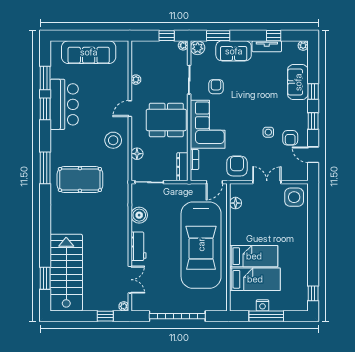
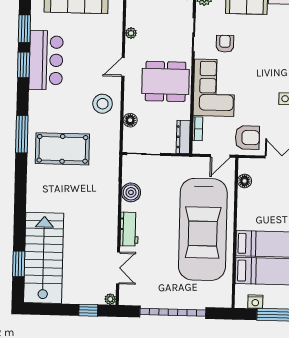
armchair: (237, 166) -> (247, 138), turned 90
nightstand: (263, 305) -> (255, 302), moved

